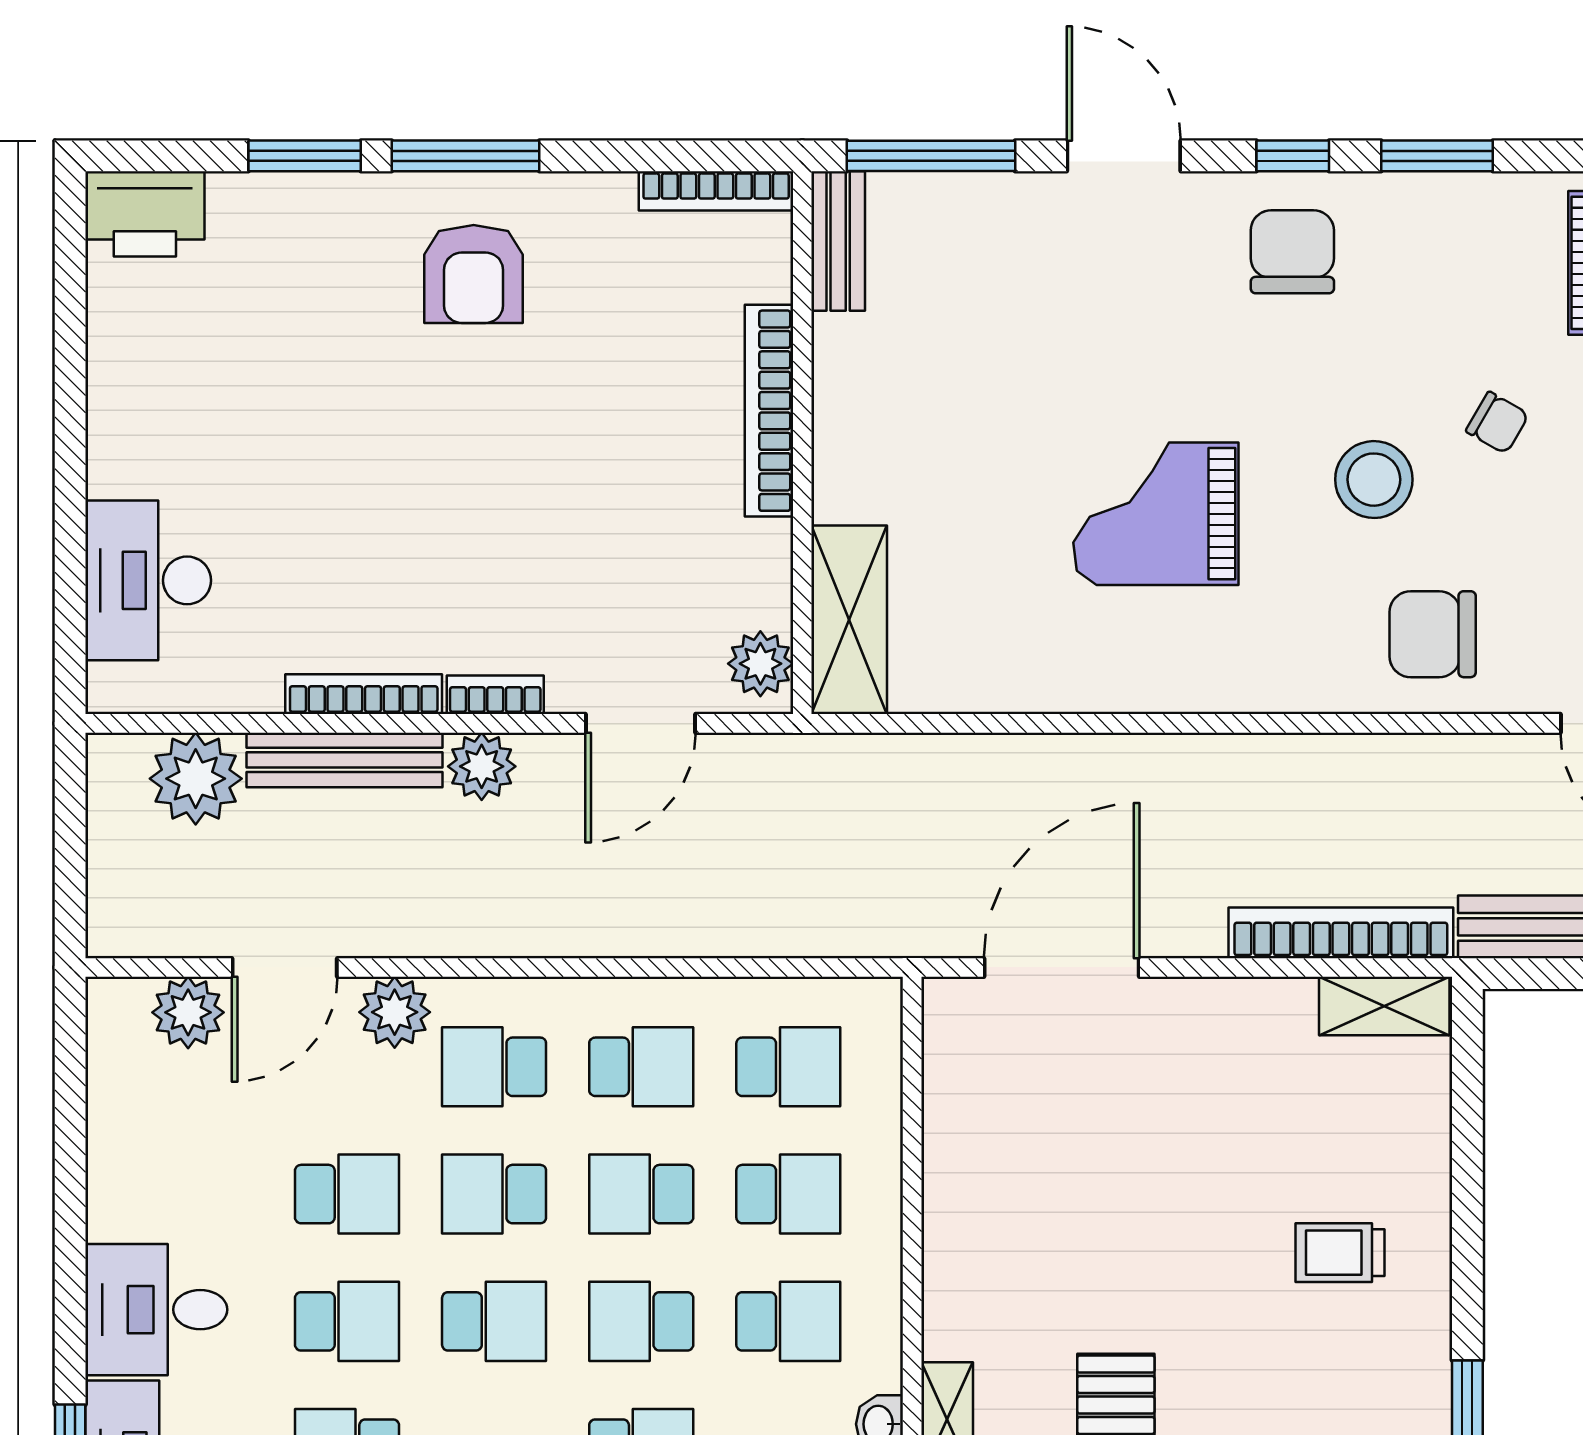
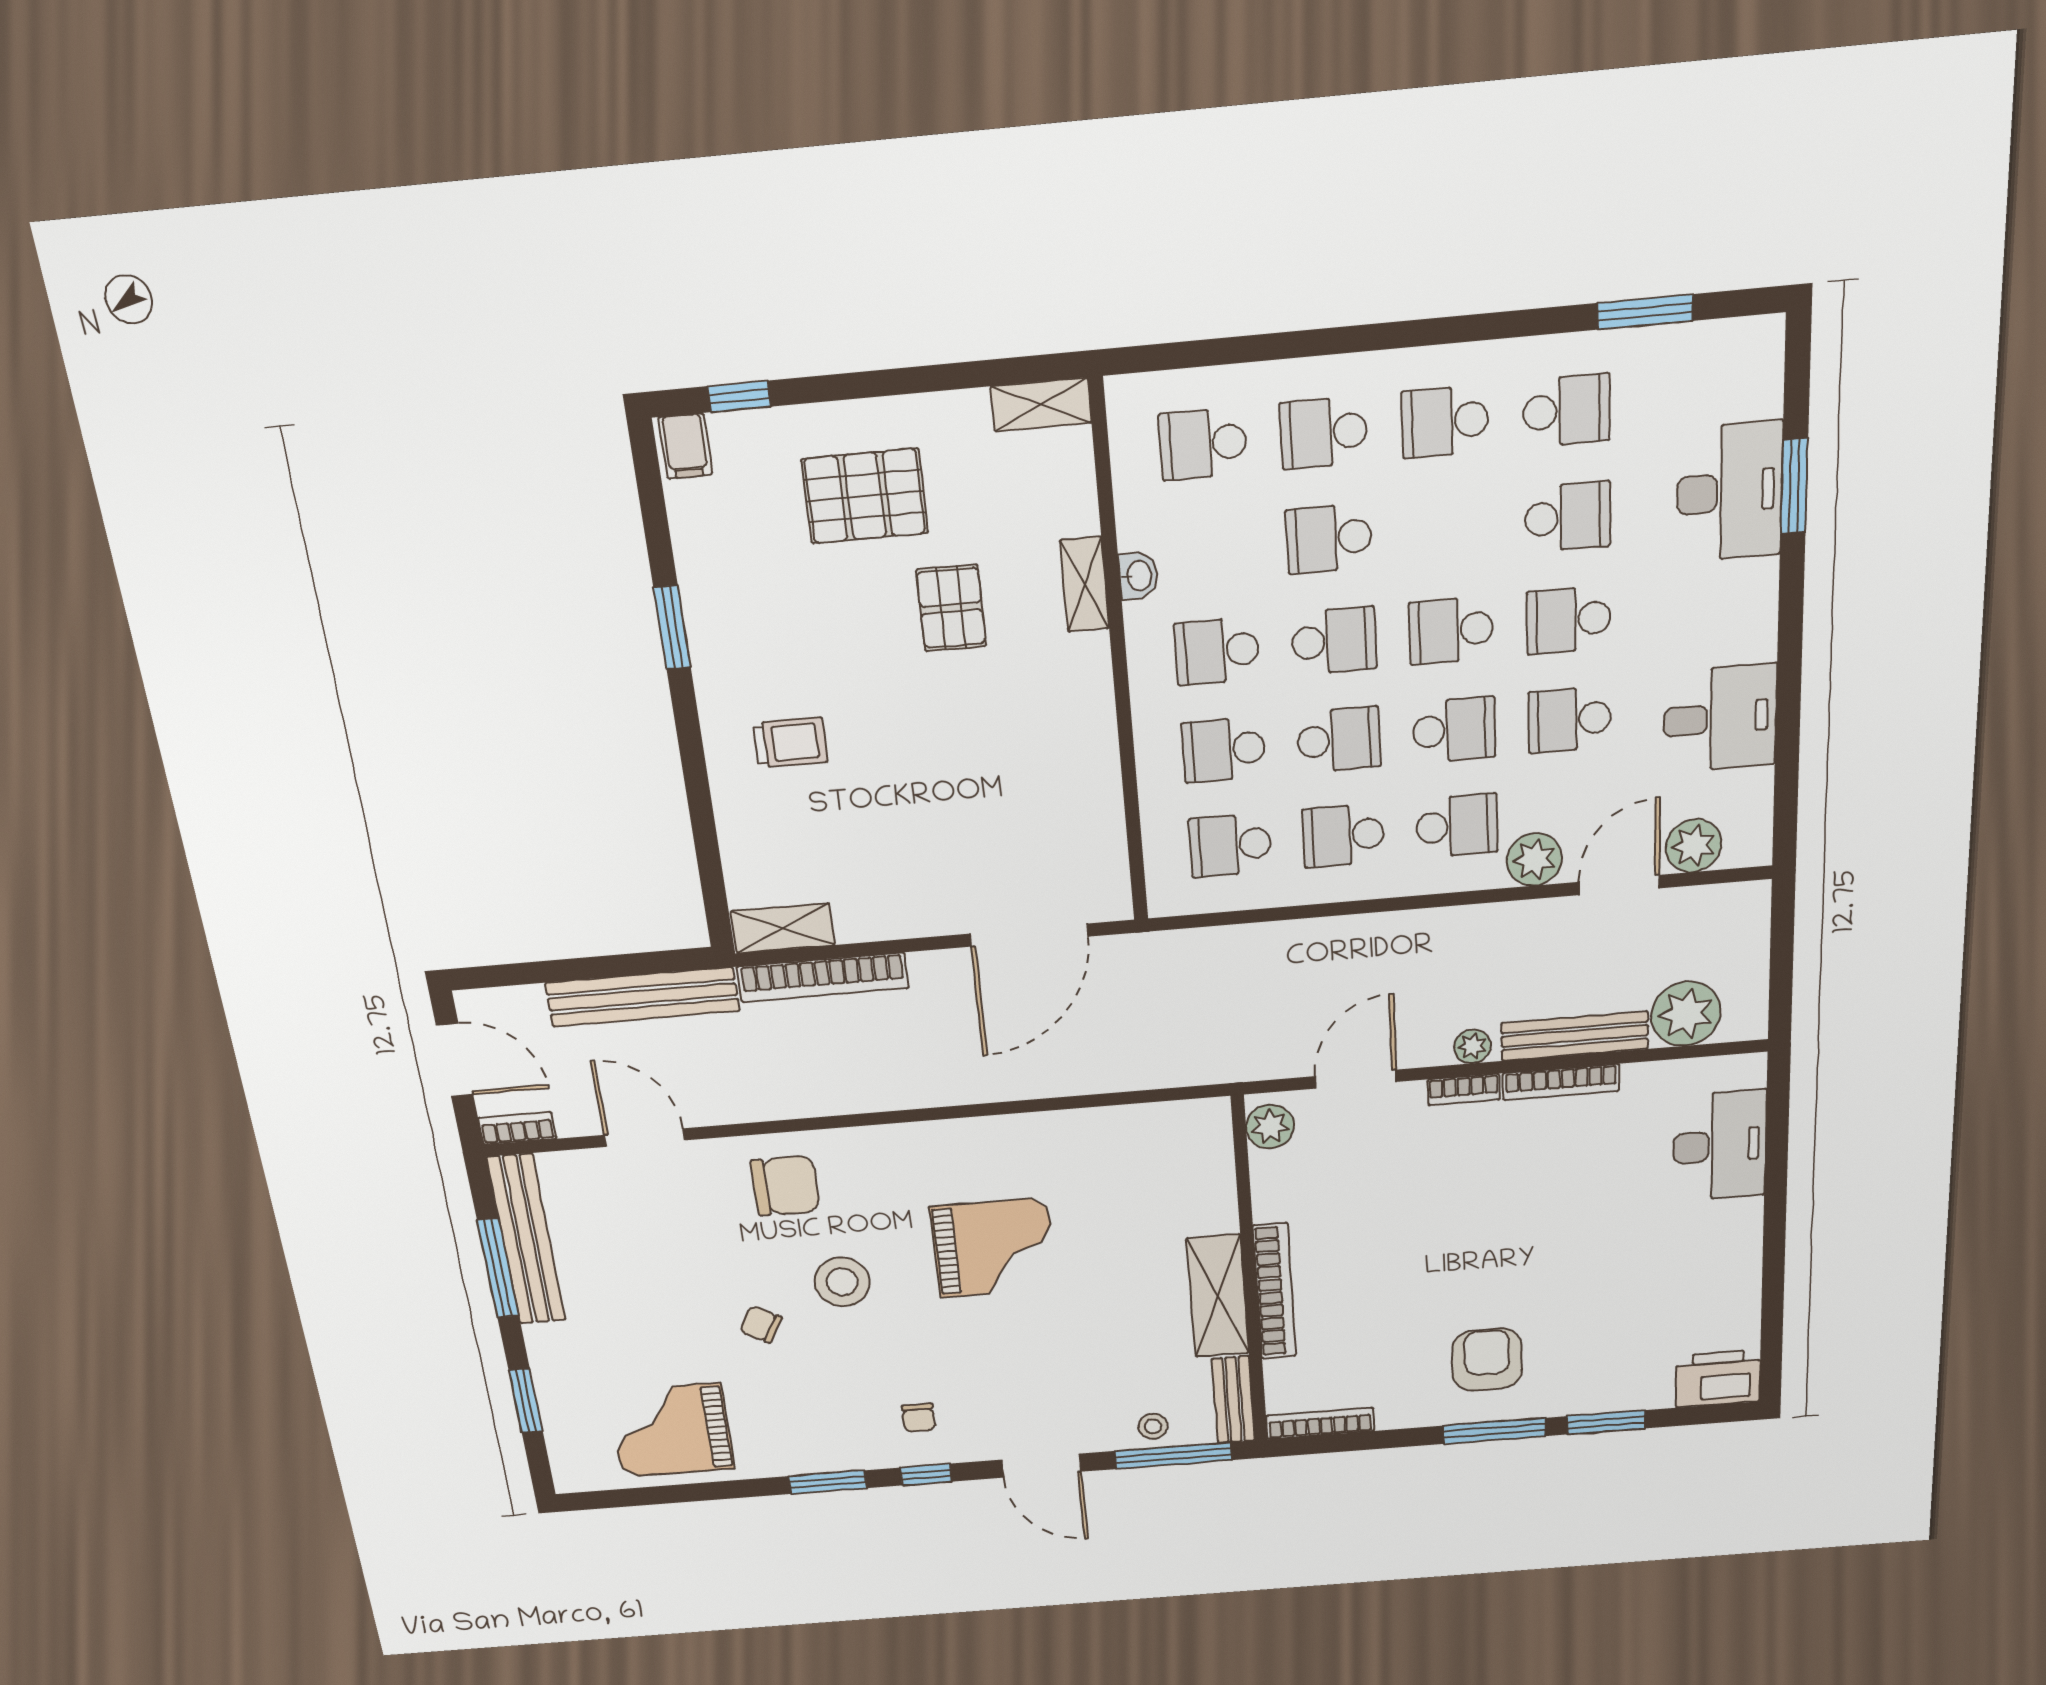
stool: (957, 207) -> (1153, 1426), added
chair: (1292, 252) -> (919, 1418), width x0.54, depth x0.54
shelving: (849, 620) -> (1218, 1296), moved
plant: (482, 766) -> (1473, 1046), width x0.73, depth x0.73
desk: (156, 1310) -> (1720, 718), moved

